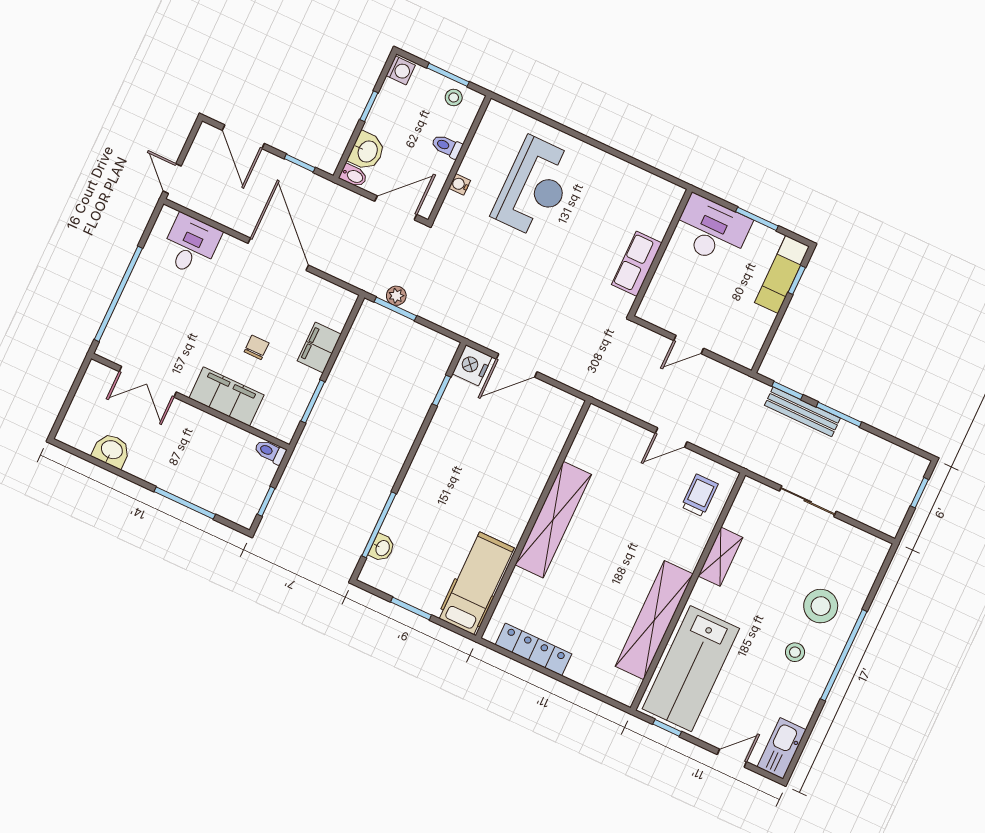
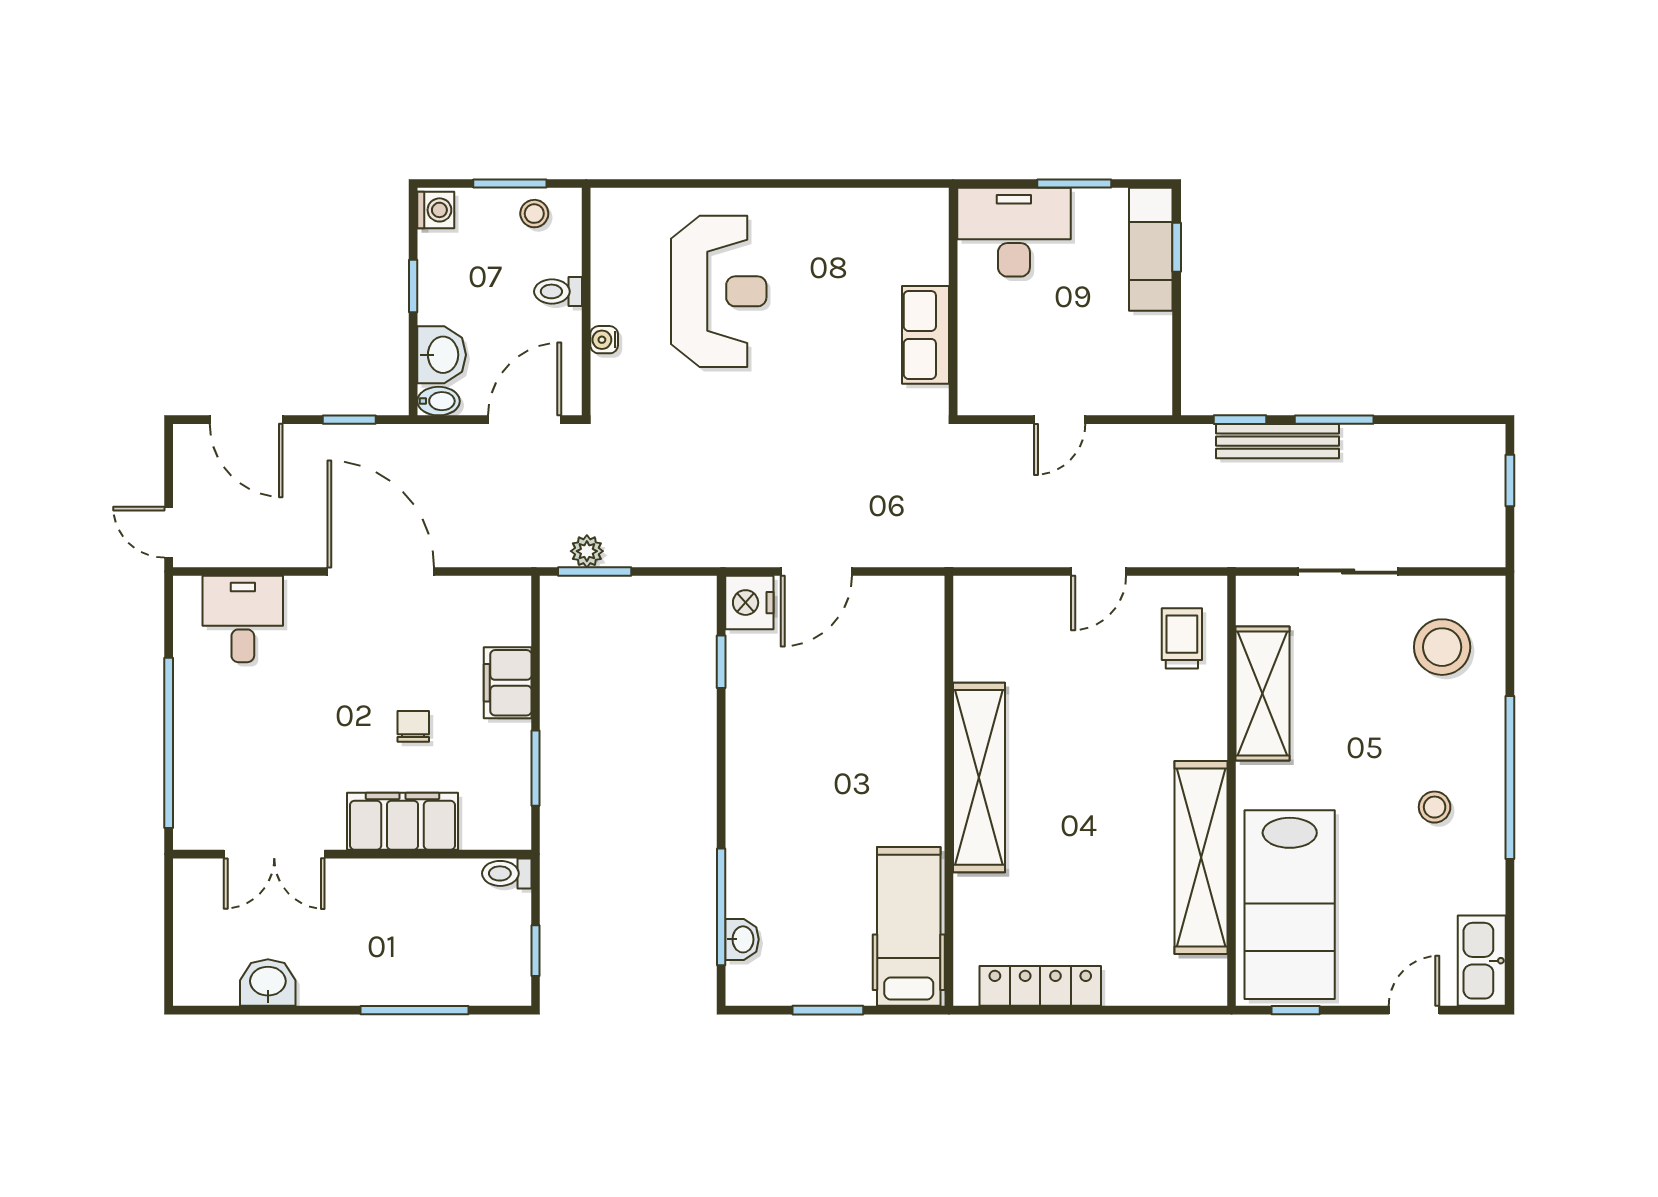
shelving: (720, 557) -> (1263, 693), width x1.50, depth x1.33
stool: (821, 606) -> (1442, 647), moved

